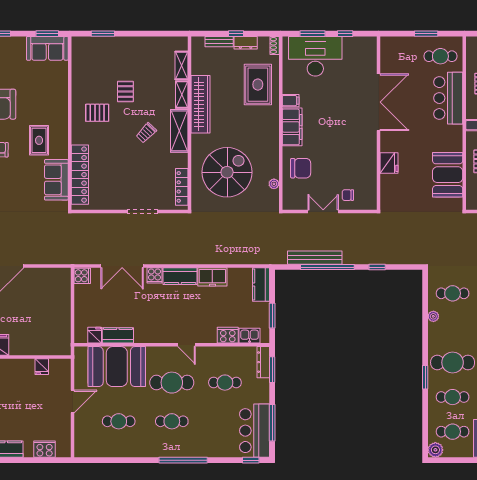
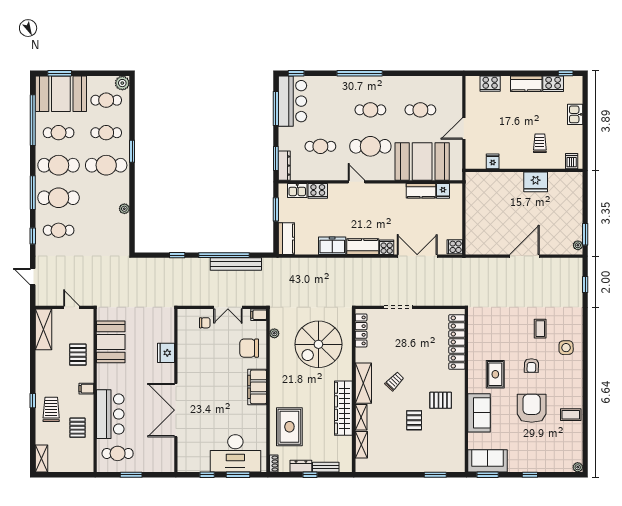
filing cabinet: (291, 101) -> (259, 315), moved
sofa: (56, 180) -> (479, 413), moved
cafe table: (453, 293) -> (106, 230), removed

